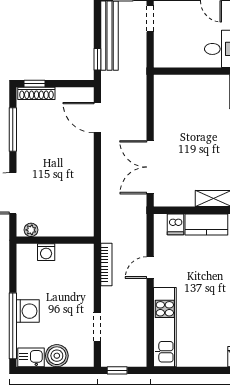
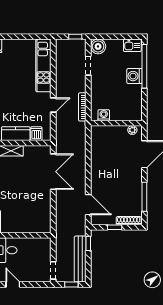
window: (35, 84) -> (115, 227), moved
washing machine: (46, 252) -> (104, 115), moved
boiler: (57, 356) -> (98, 46), moved

